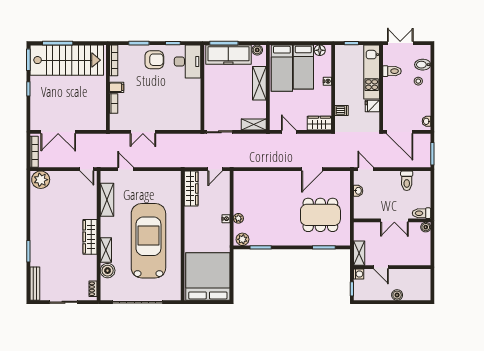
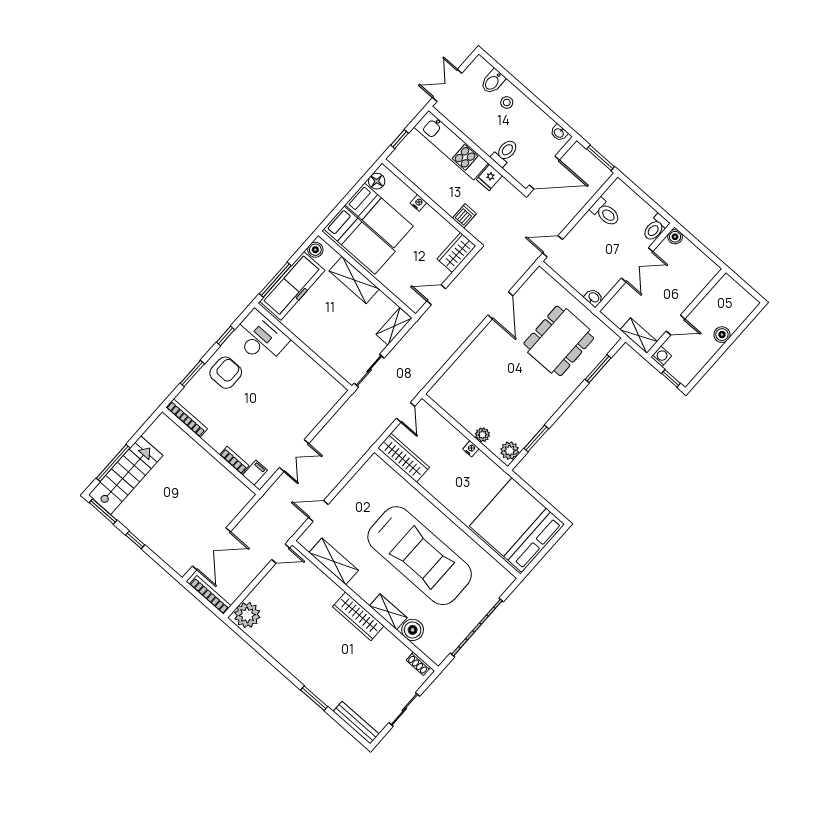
stairs: (67, 60) -> (126, 475), width x0.73, depth x0.66
toilet: (392, 71) -> (505, 153), moved
filing cabinet: (117, 87) -> (255, 473), moved
washbasin: (358, 191) -> (594, 298), moved
car: (148, 241) -> (420, 556), turned 180

